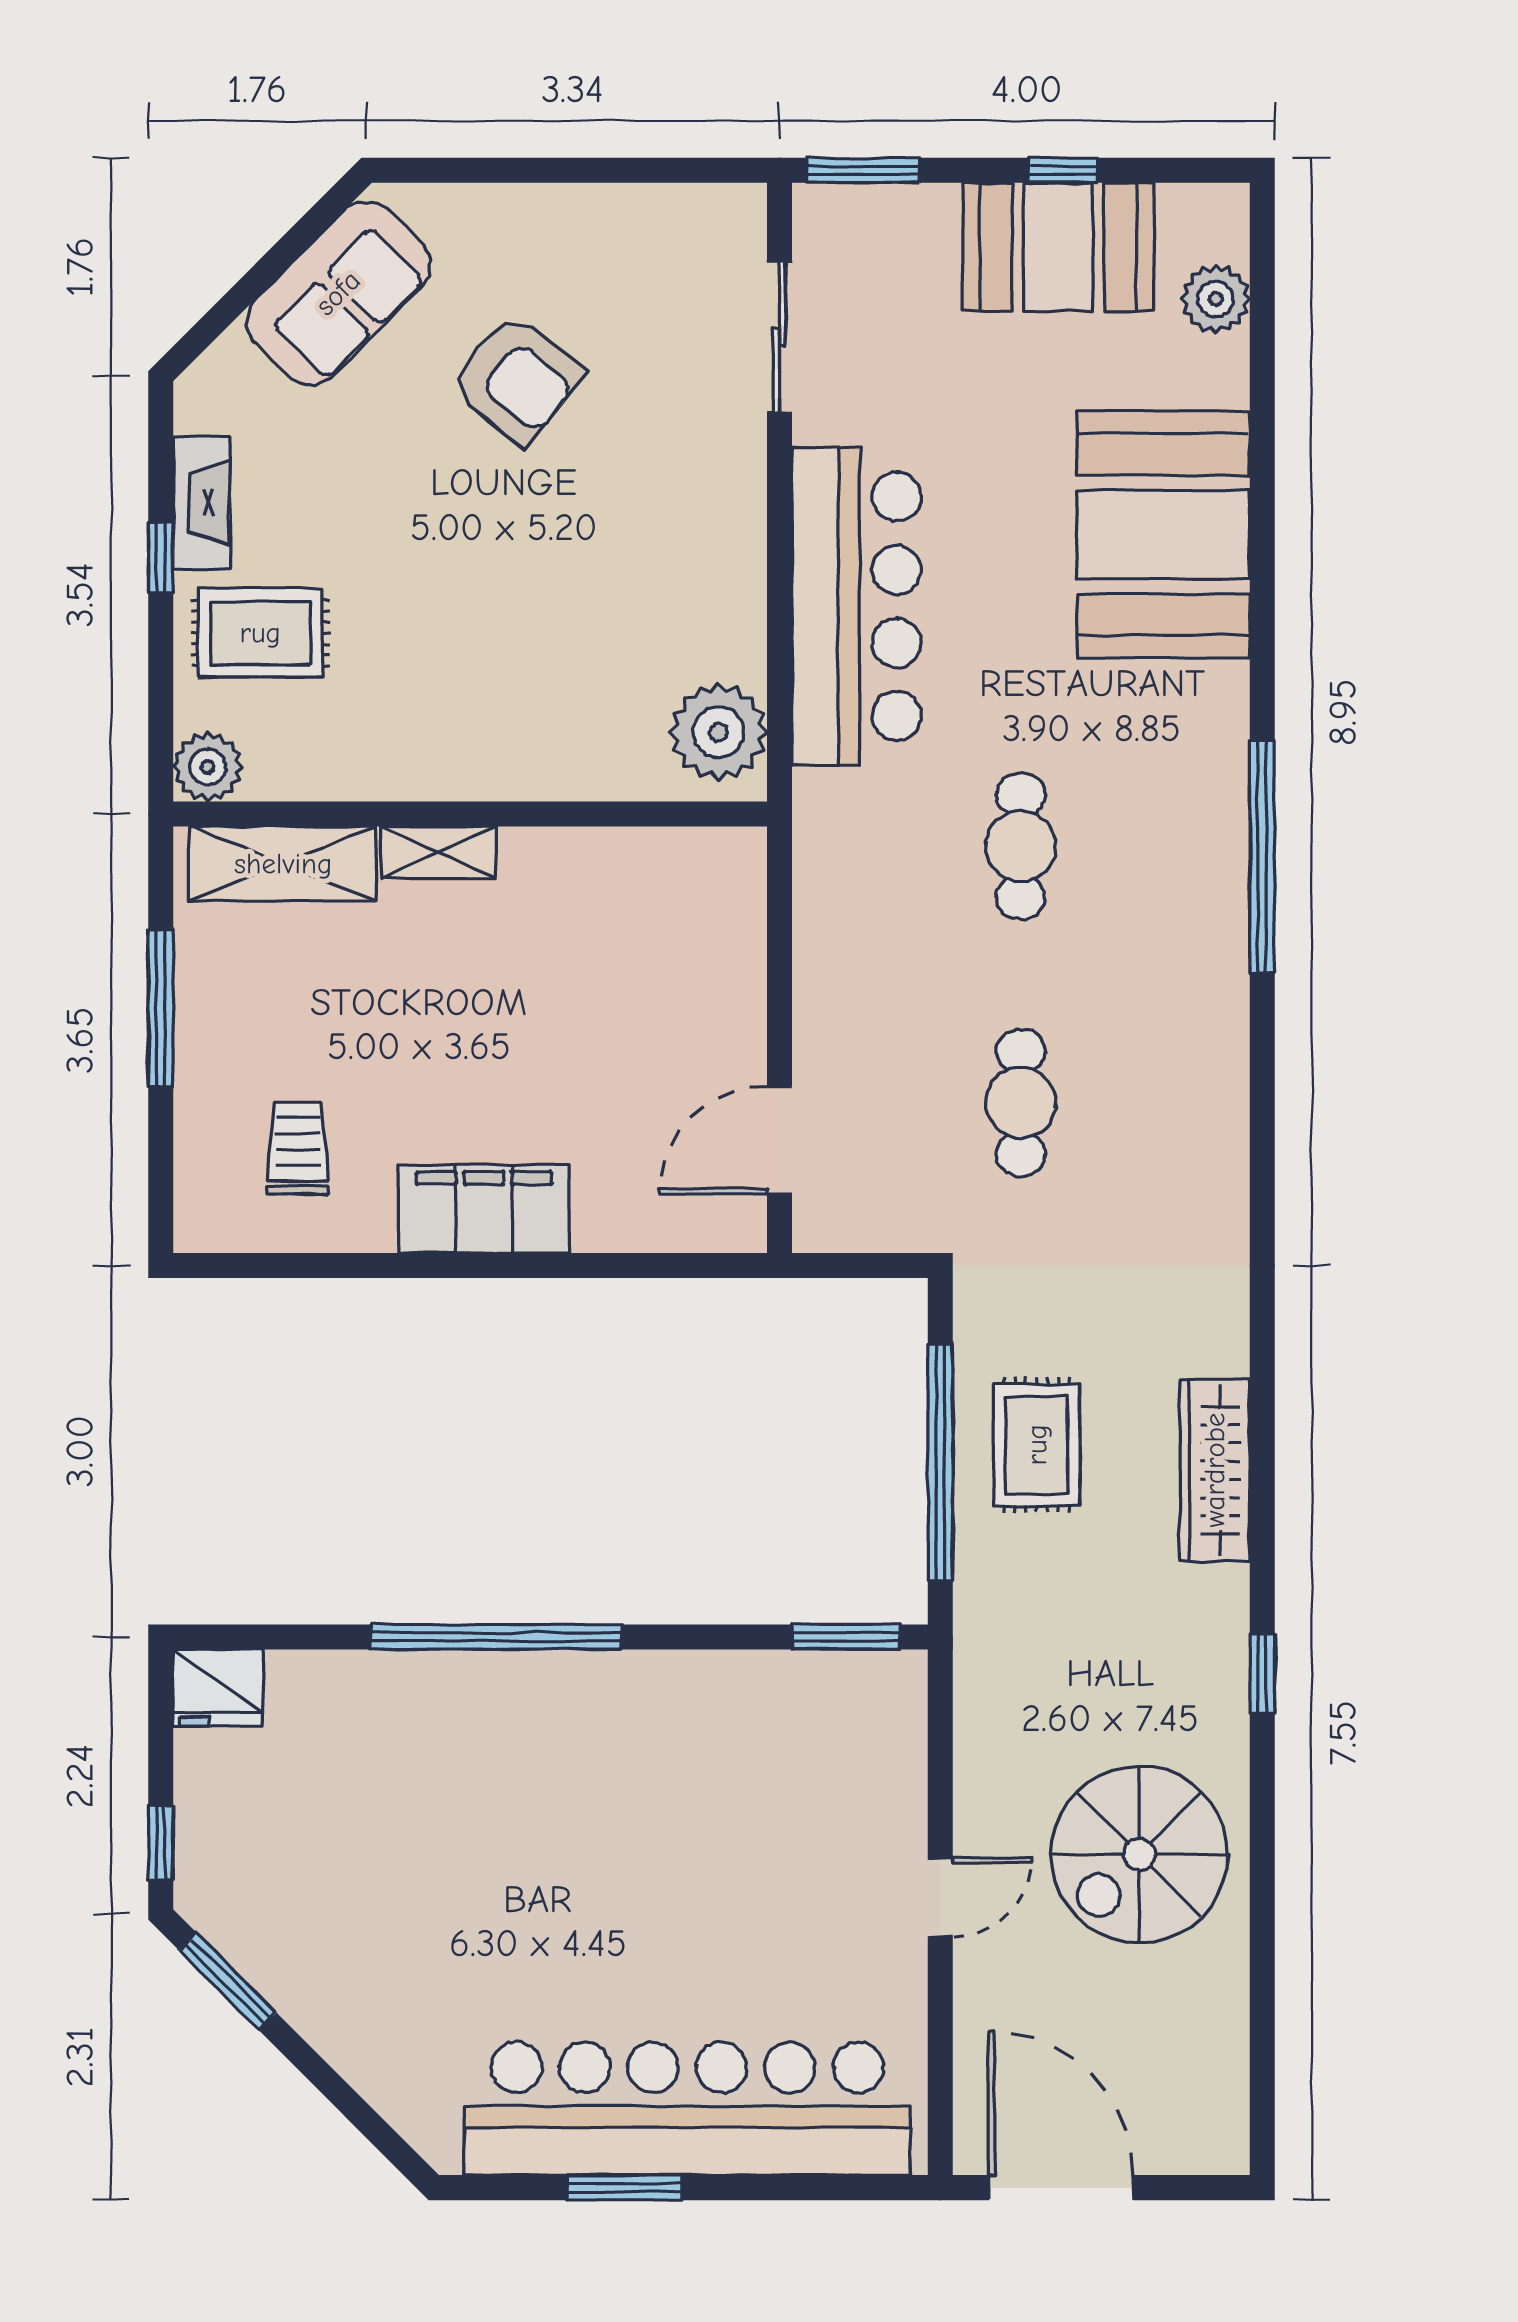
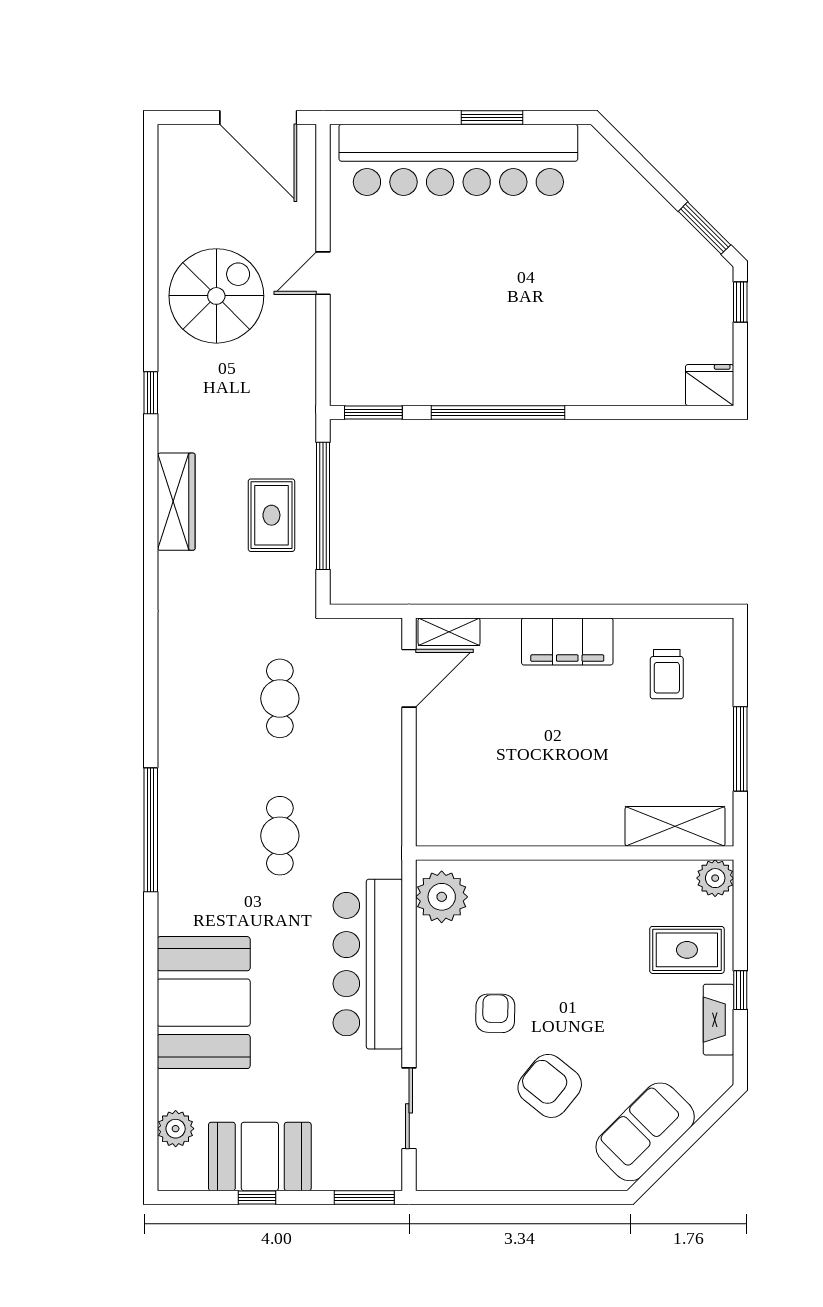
armchair: (618, 514) -> (495, 1013), added
shelving: (439, 852) -> (449, 632), moved
window: (496, 1637) -> (498, 412), moved

